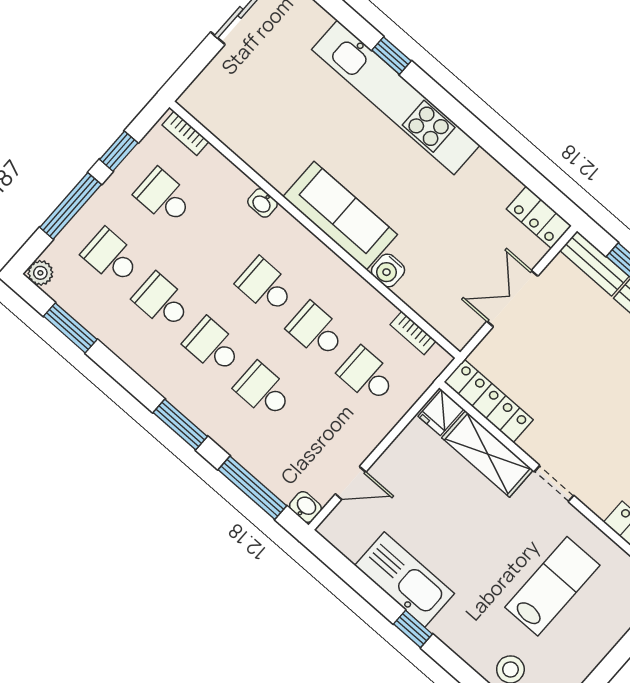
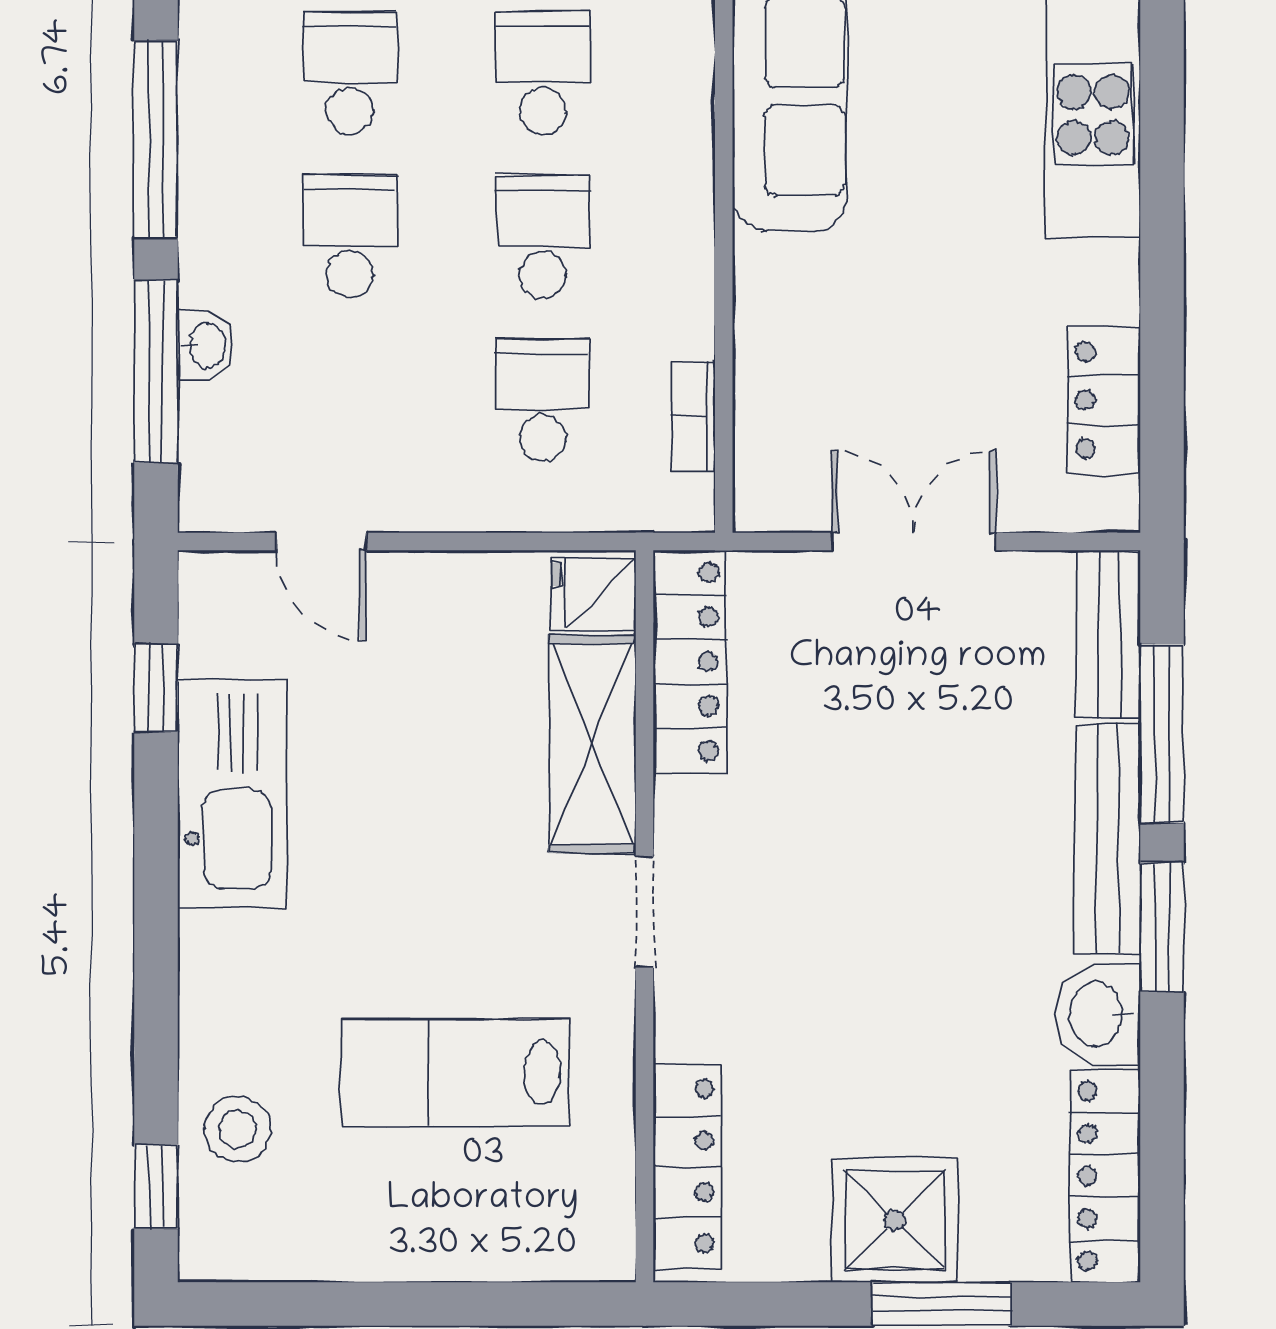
locker: (539, 217) -> (1104, 400), moved
water cooler: (388, 270) -> (766, 271), removed
window: (180, 424) -> (156, 139), width x1.44
washbasin: (305, 507) -> (206, 346), moved
lab bench: (552, 586) -> (455, 1072), turned 180
window: (413, 629) -> (156, 688), moved

